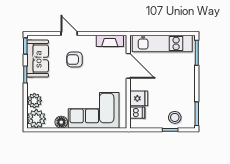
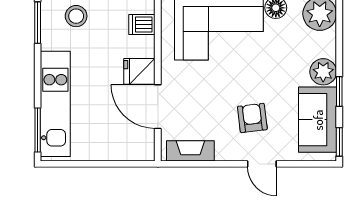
kitchen unit: (162, 43) -> (55, 104), moved, turned 90
armchair: (75, 60) -> (252, 118), turned -97
fridge: (139, 98) -> (139, 71), moved
plant: (34, 101) -> (323, 72), moved

